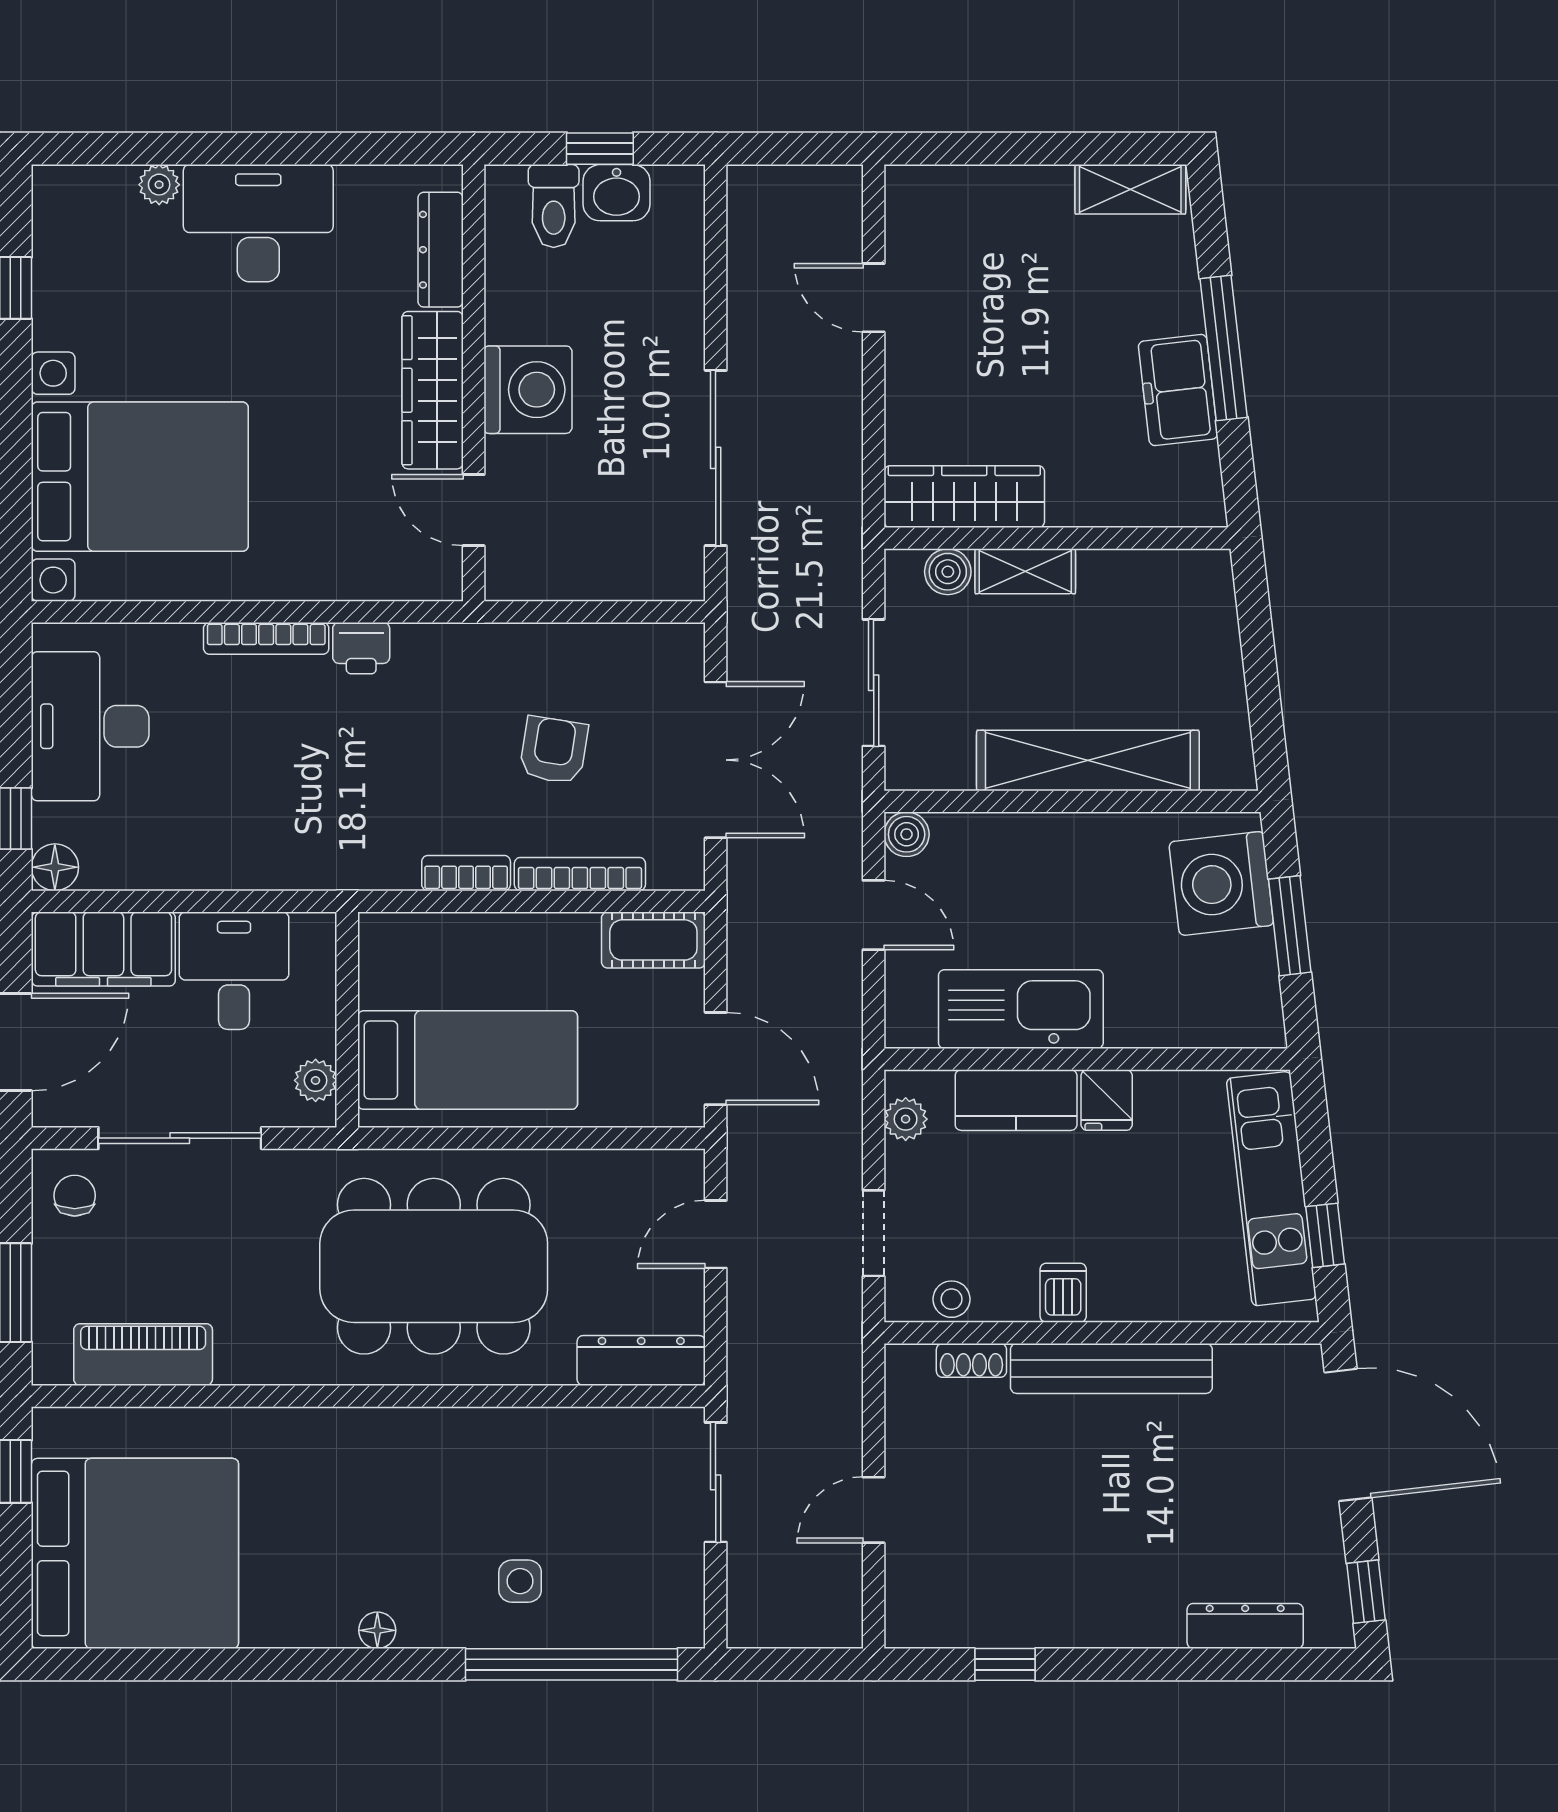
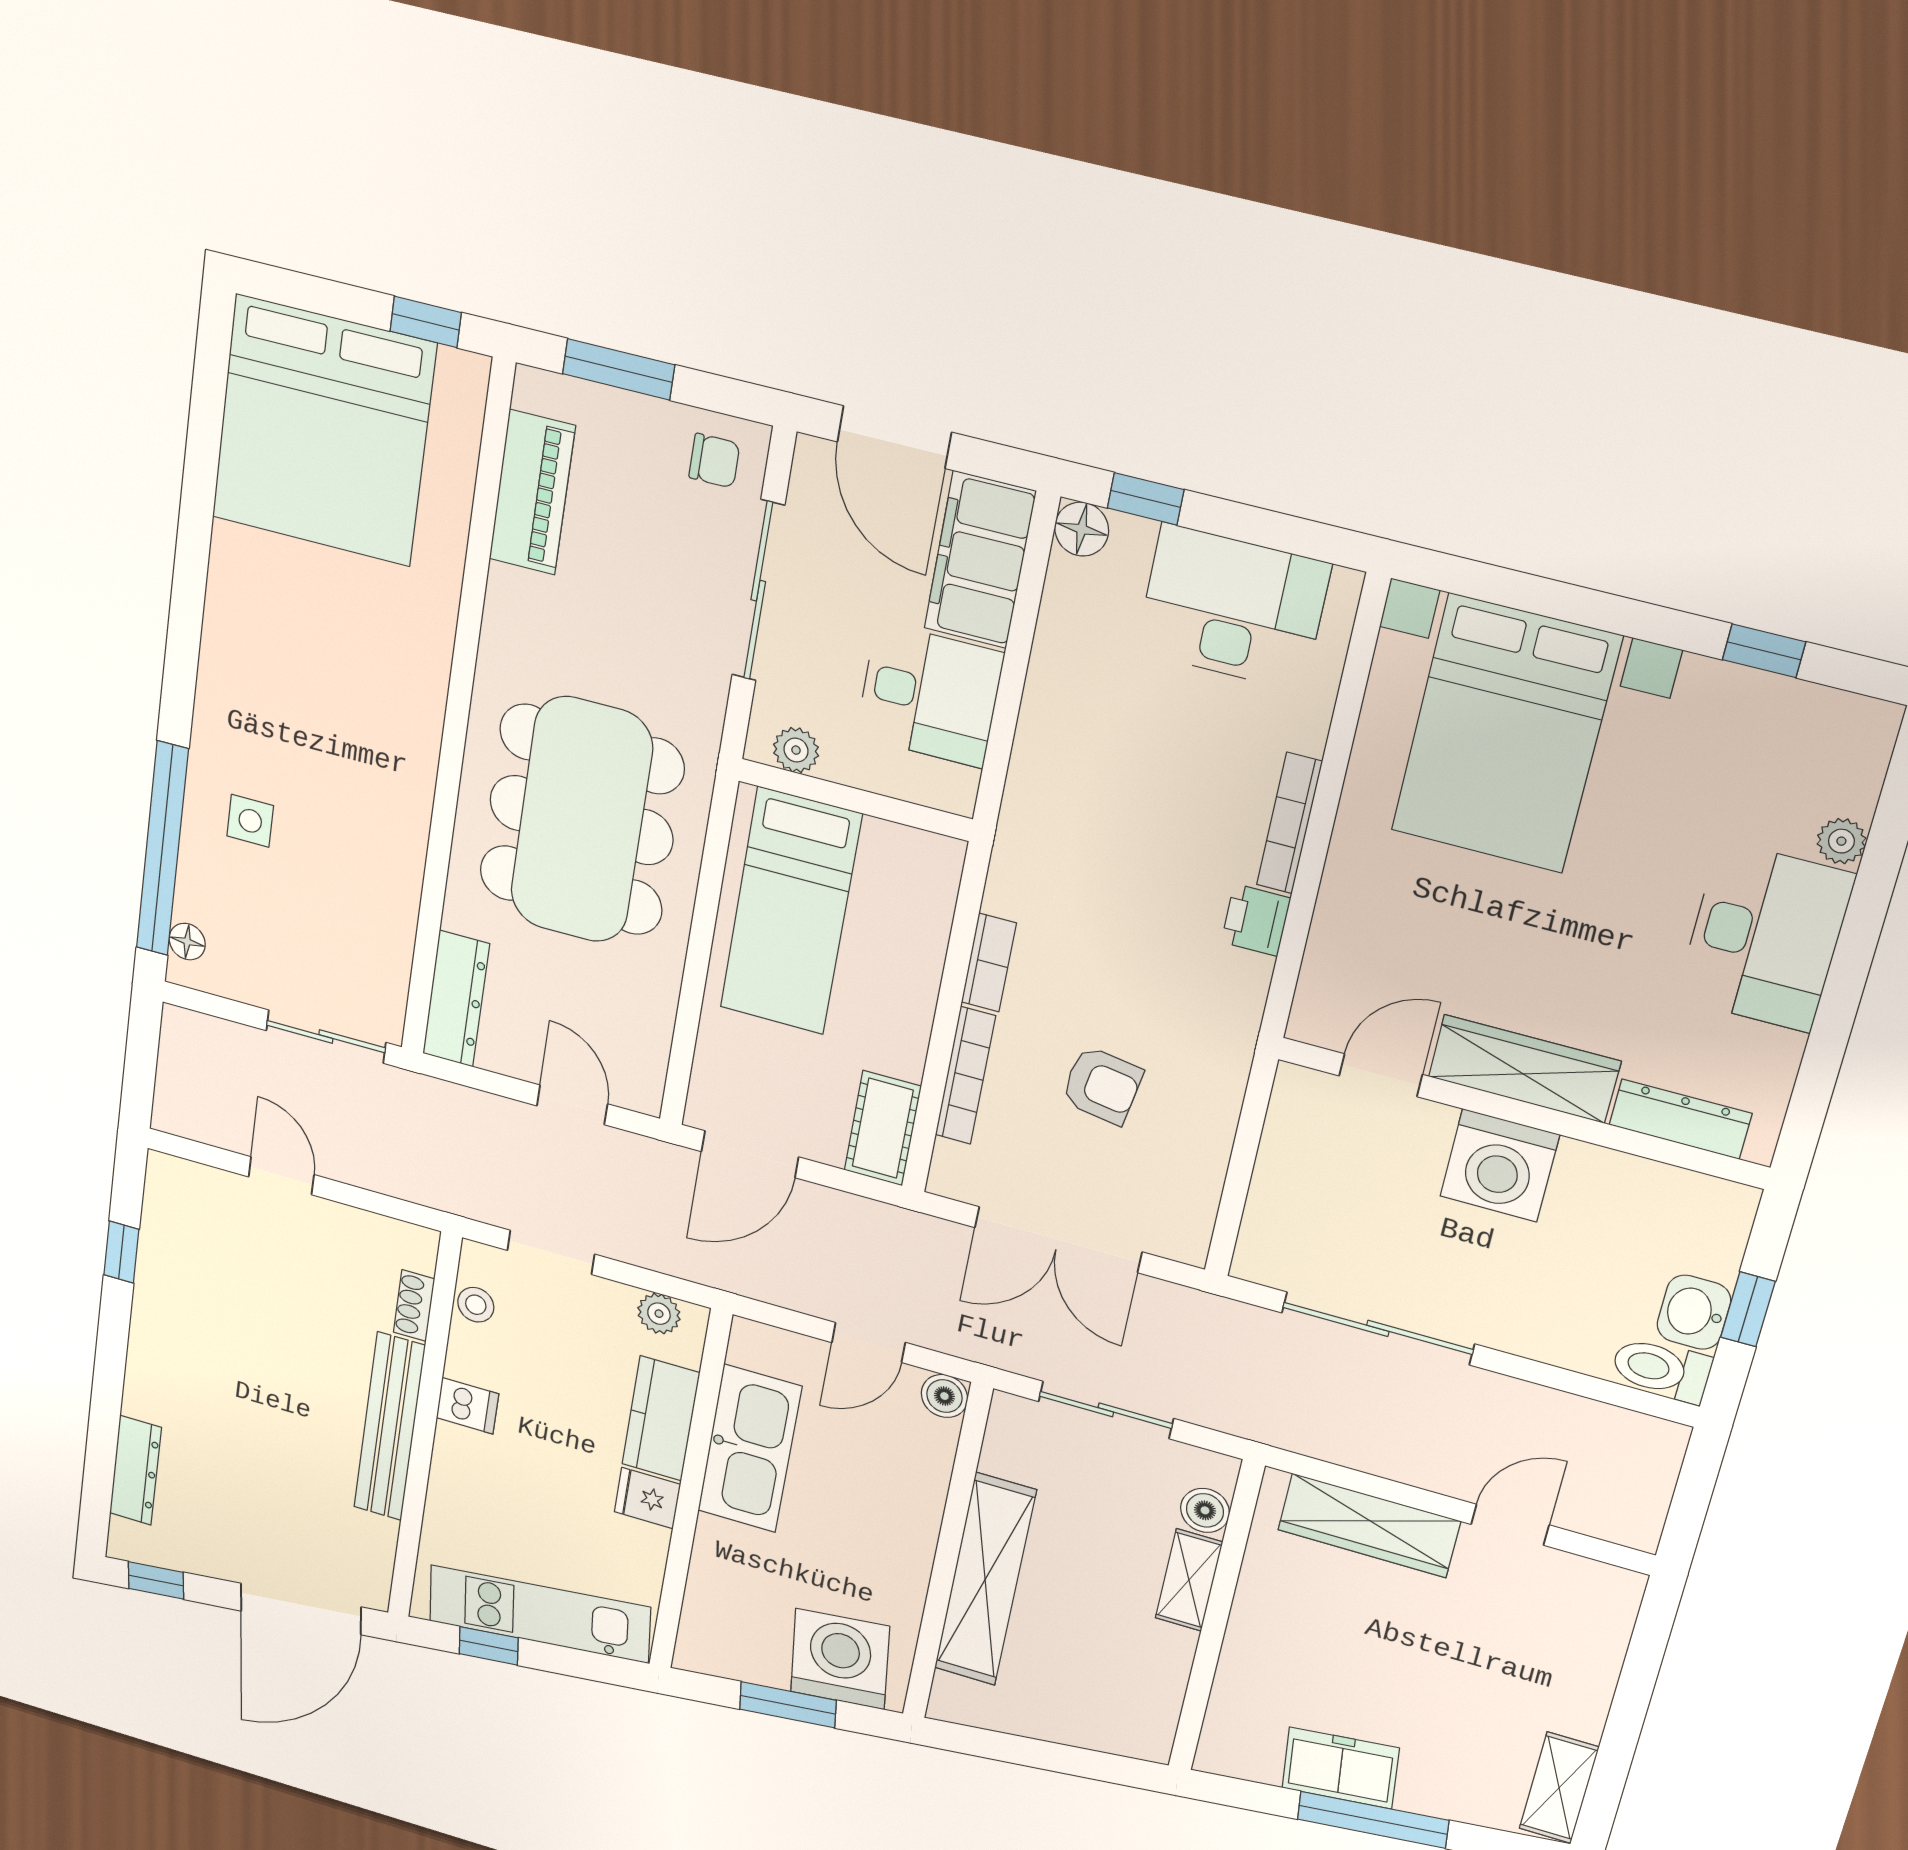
toilet: (554, 206) -> (1661, 1369), moved
wardrobe: (964, 497) -> (1369, 1526), moved, turned 90
floor lamp: (377, 1630) -> (187, 942), moved

